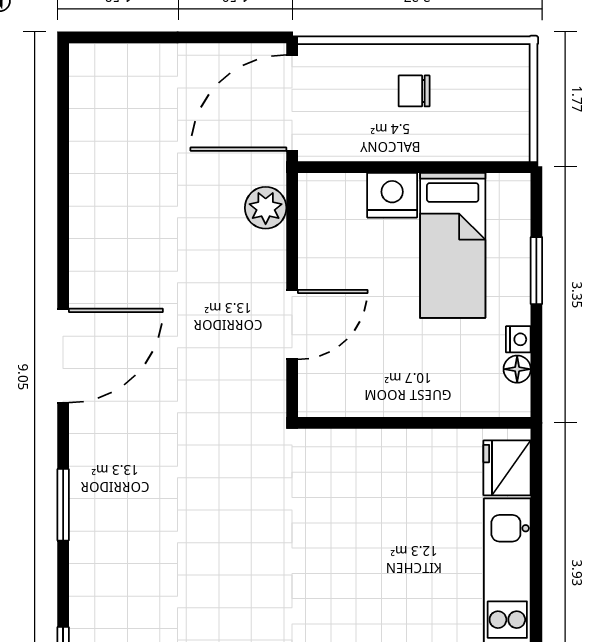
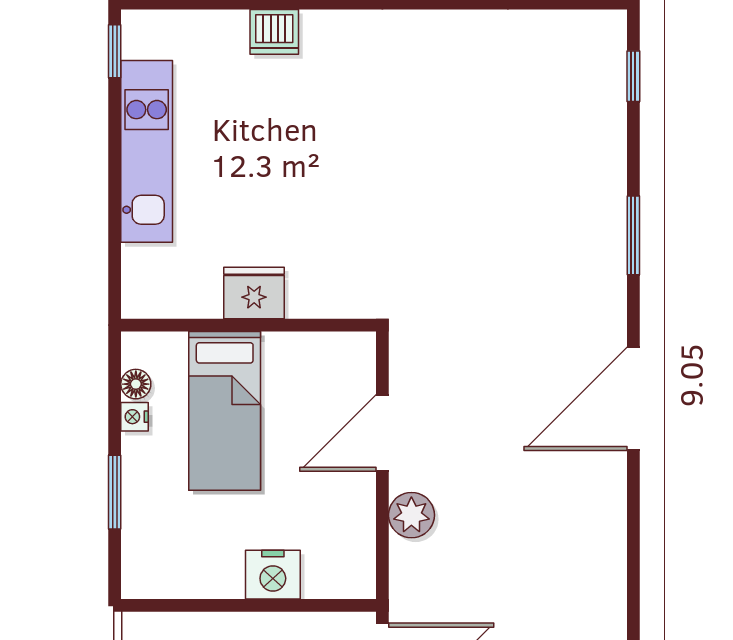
plant: (266, 208) -> (411, 515), moved
bed: (453, 245) -> (225, 411), moved, turned 180
fridge: (507, 468) -> (254, 293), moved, turned -90

